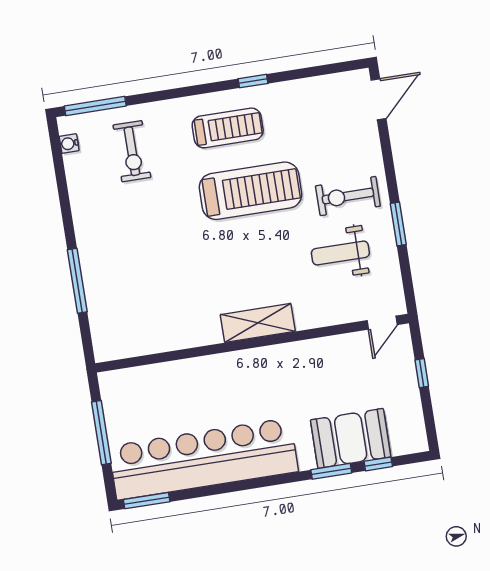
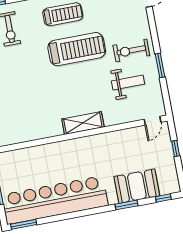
weight bench: (340, 253) -> (128, 82), turned 180
window: (378, 464) -> (163, 198), moved

